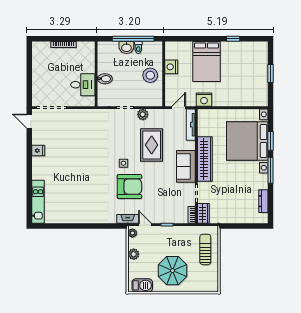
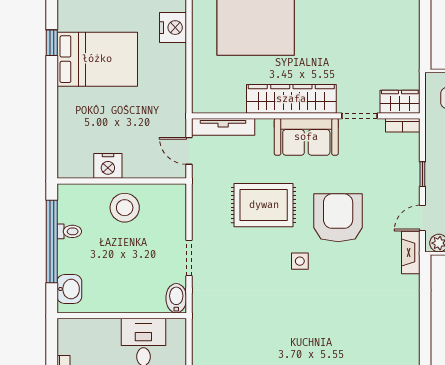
washbasin: (126, 47) -> (69, 289), moved
bed: (206, 61) -> (97, 59), moved
bidet: (105, 79) -> (176, 298), moved
nightstand: (204, 100) -> (173, 28), moved
plant: (143, 114) -> (203, 223), removed
armchair: (129, 187) -> (338, 218), moved

